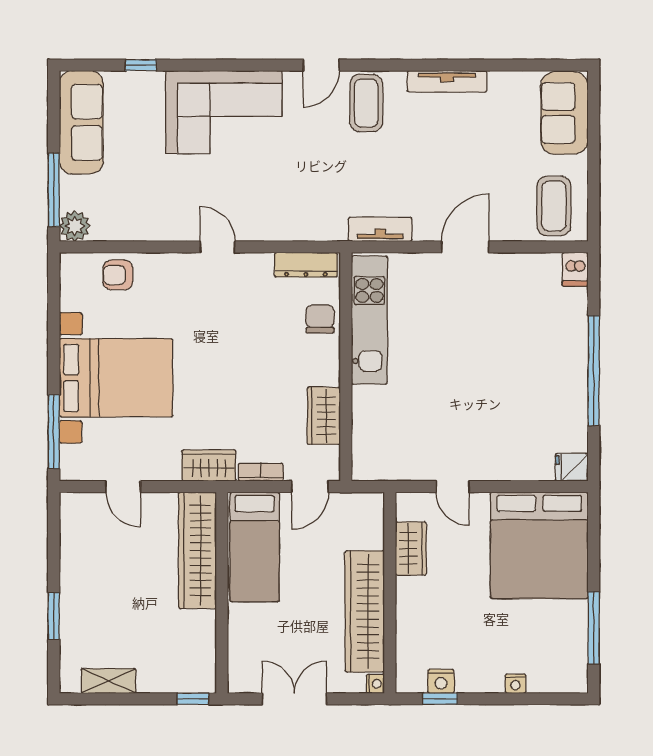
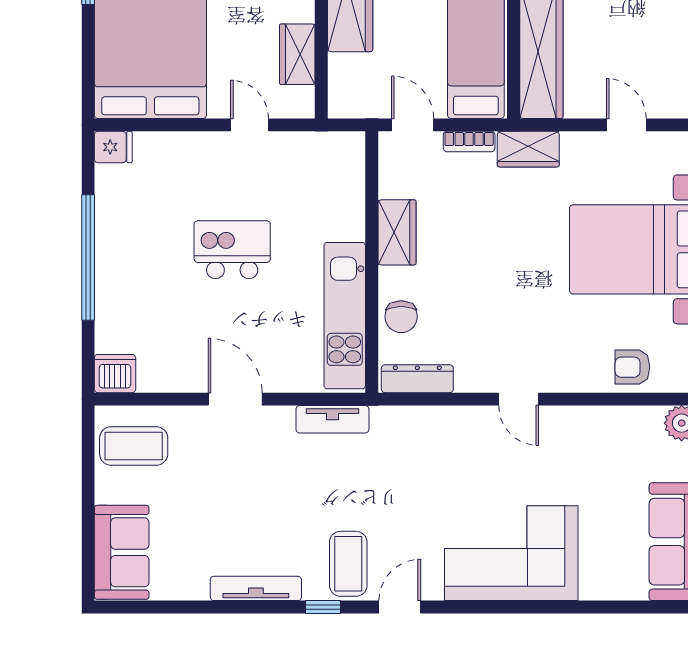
window: (141, 65) -> (323, 607), moved
coffee table: (554, 206) -> (134, 446), turned 90
door: (465, 247) -> (235, 399), swing flipped
dishwasher: (575, 269) -> (115, 374), width x1.38
armchair: (118, 275) -> (632, 367), turned 180
kitchen island: (468, 378) -> (232, 250), added
wardrobe: (324, 416) -> (397, 232), moved
door: (310, 487) -> (413, 125), hinge flipped

